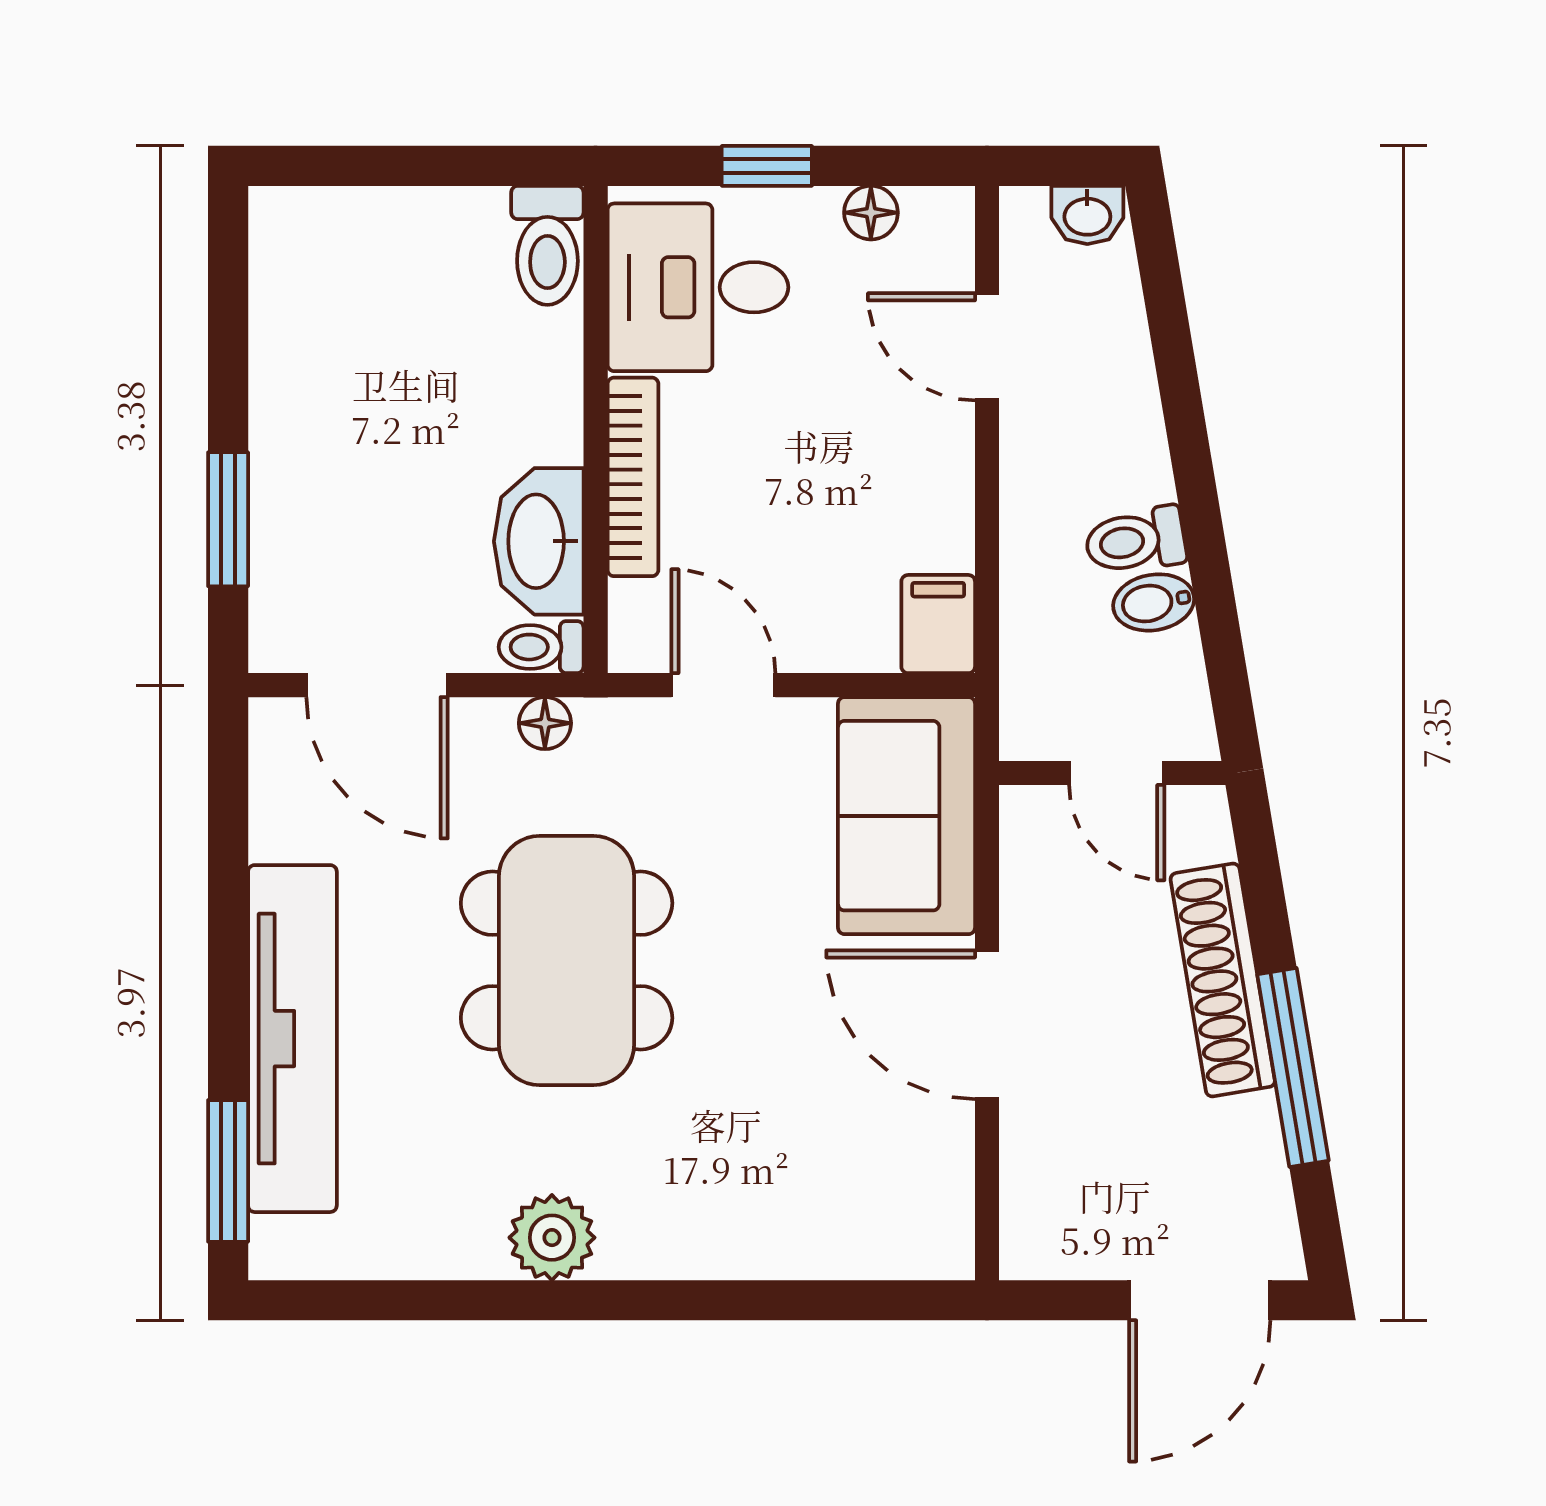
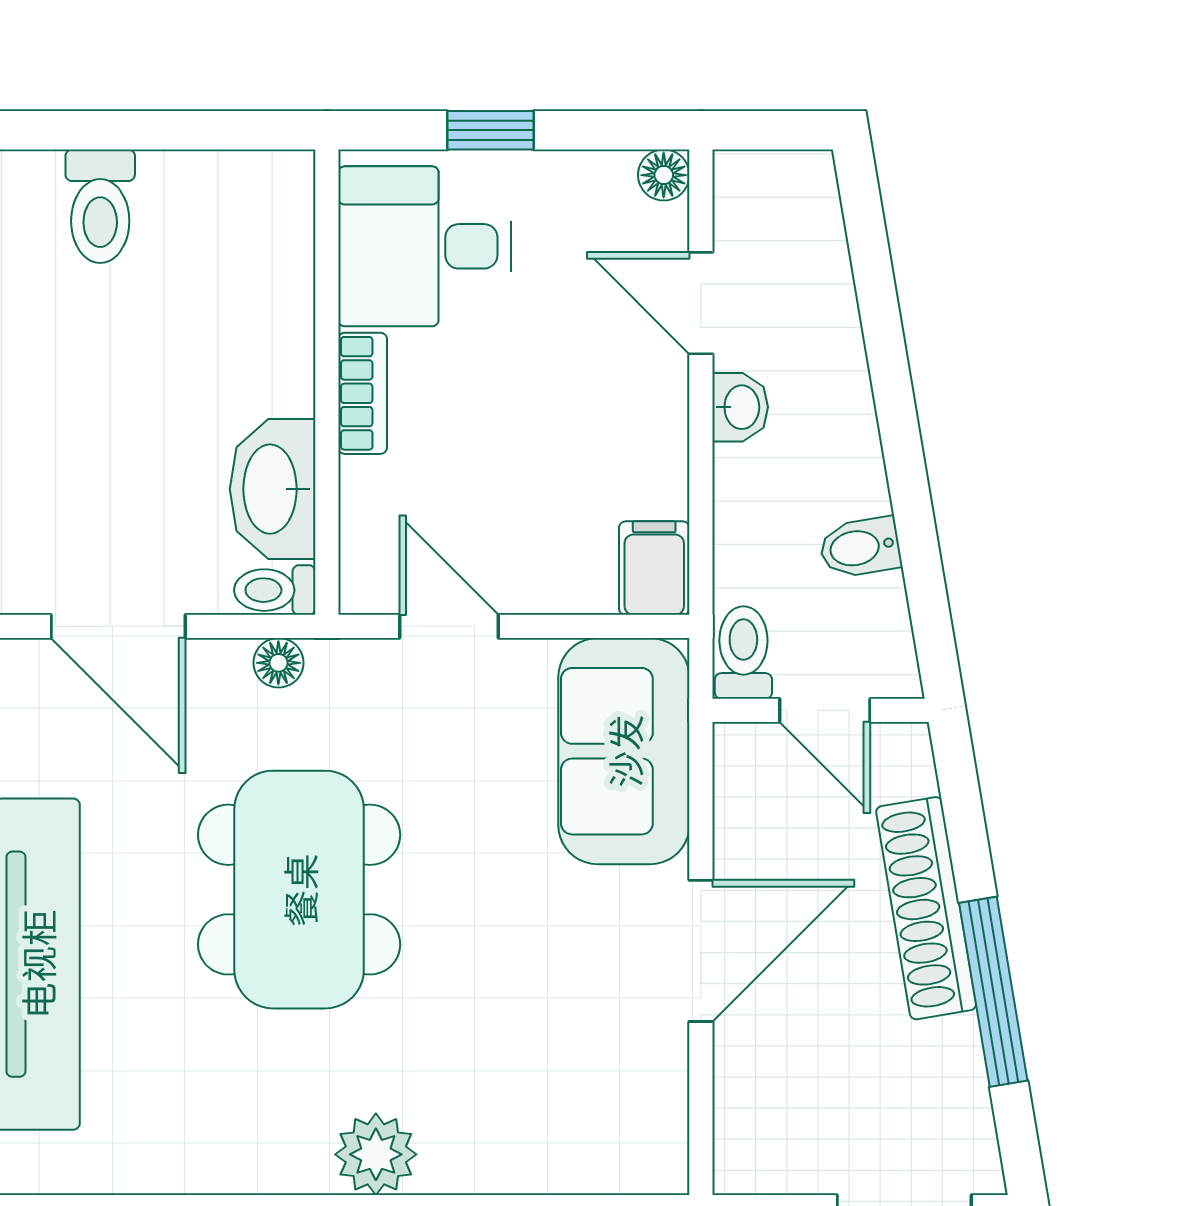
floor lamp: (871, 213) -> (664, 175), moved
washbasin: (1087, 215) -> (740, 407), moved, turned -90
toilet: (547, 245) -> (100, 206), moved
bookcase: (633, 477) -> (363, 393), width x0.64
toilet: (1135, 541) -> (743, 653), moved, turned 99
door: (987, 1025) -> (701, 951), swing flipped
plant: (552, 1238) -> (376, 1154), moved

